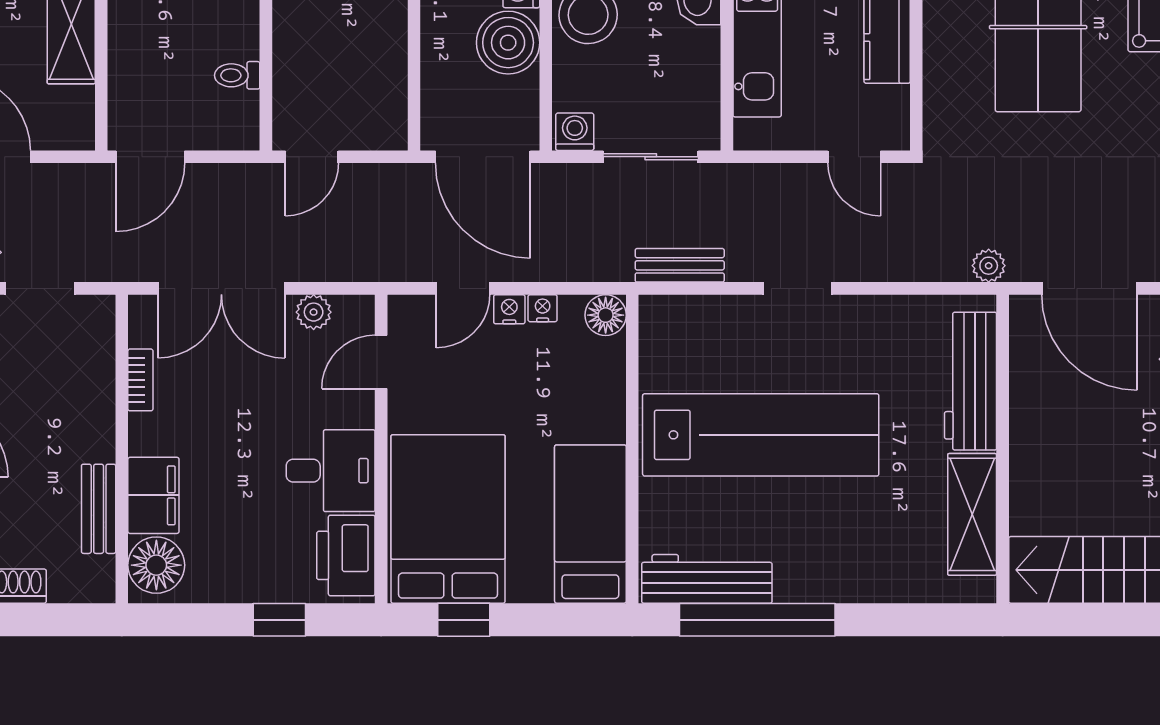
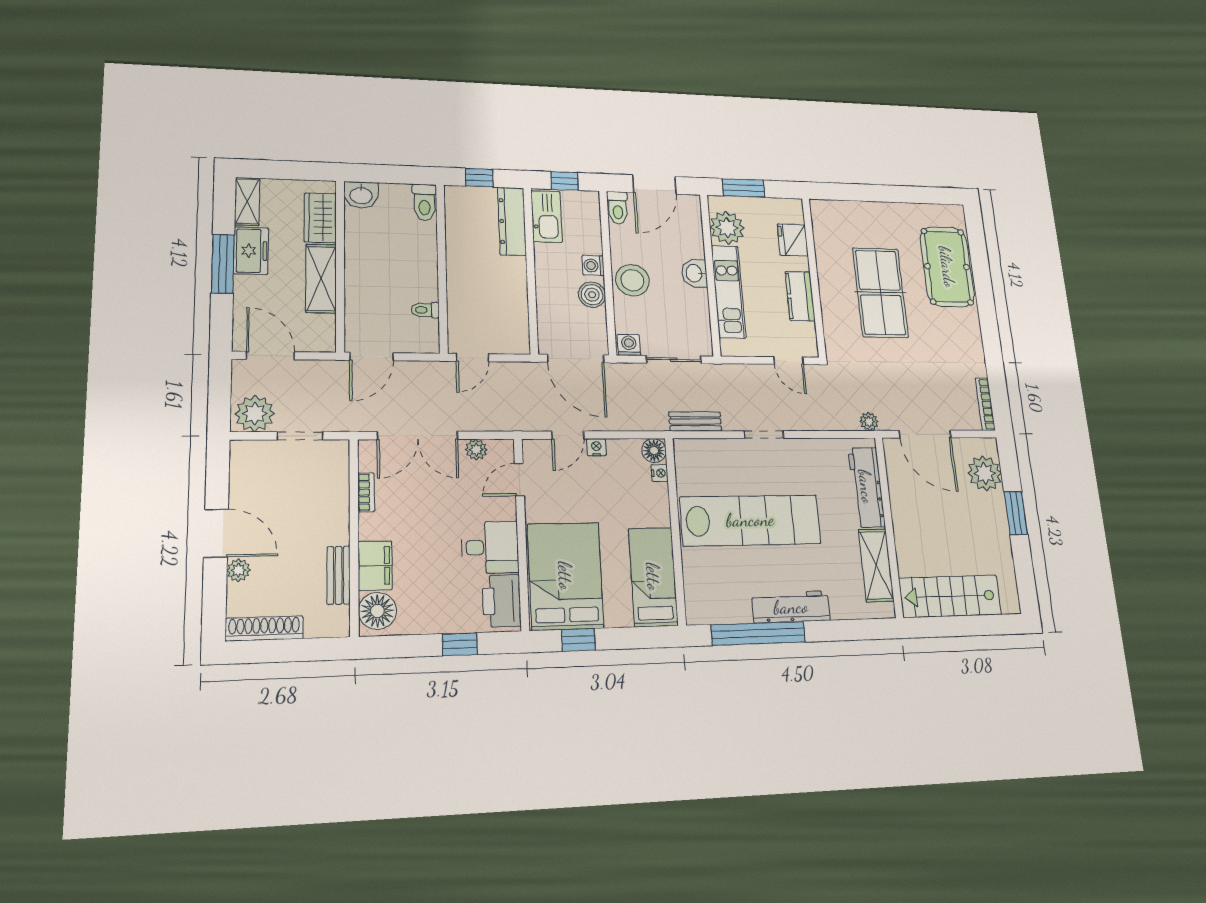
boiler: (508, 43) -> (592, 295), width x0.73, depth x0.73
nightstand: (543, 308) -> (660, 473), moved, turned 90
workbench: (707, 579) -> (791, 607), moved

